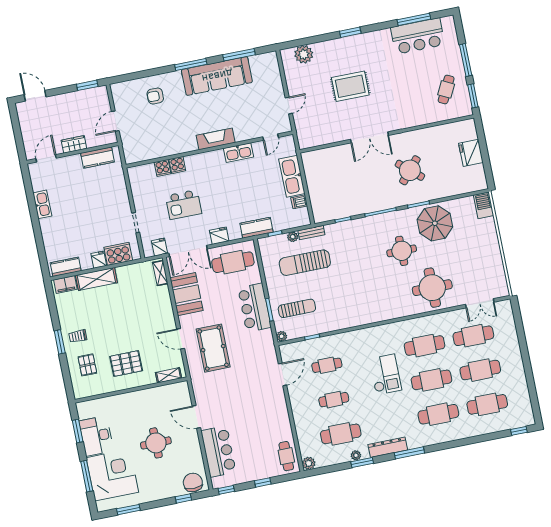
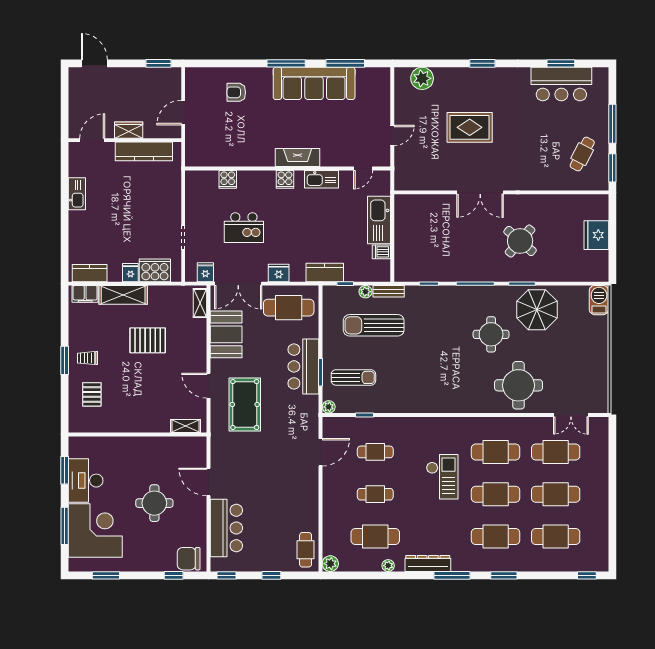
window: (414, 19) -> (561, 63), width x0.69
kitchen counter: (97, 158) -> (144, 151), width x1.50
cooker: (177, 165) -> (285, 179), moved
pallet: (126, 364) -> (148, 340), moved
window: (362, 462) -> (504, 575), moved
chair: (193, 482) -> (189, 559), turned -90

